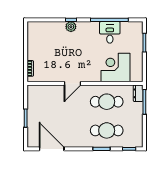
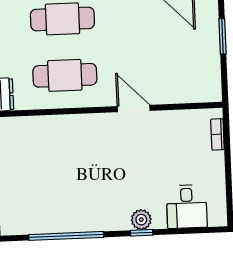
desk: (110, 32) -> (187, 206), moved
corner desk: (116, 68) -> (50, 143), removed
door: (72, 83) -> (134, 108), hinge flipped

